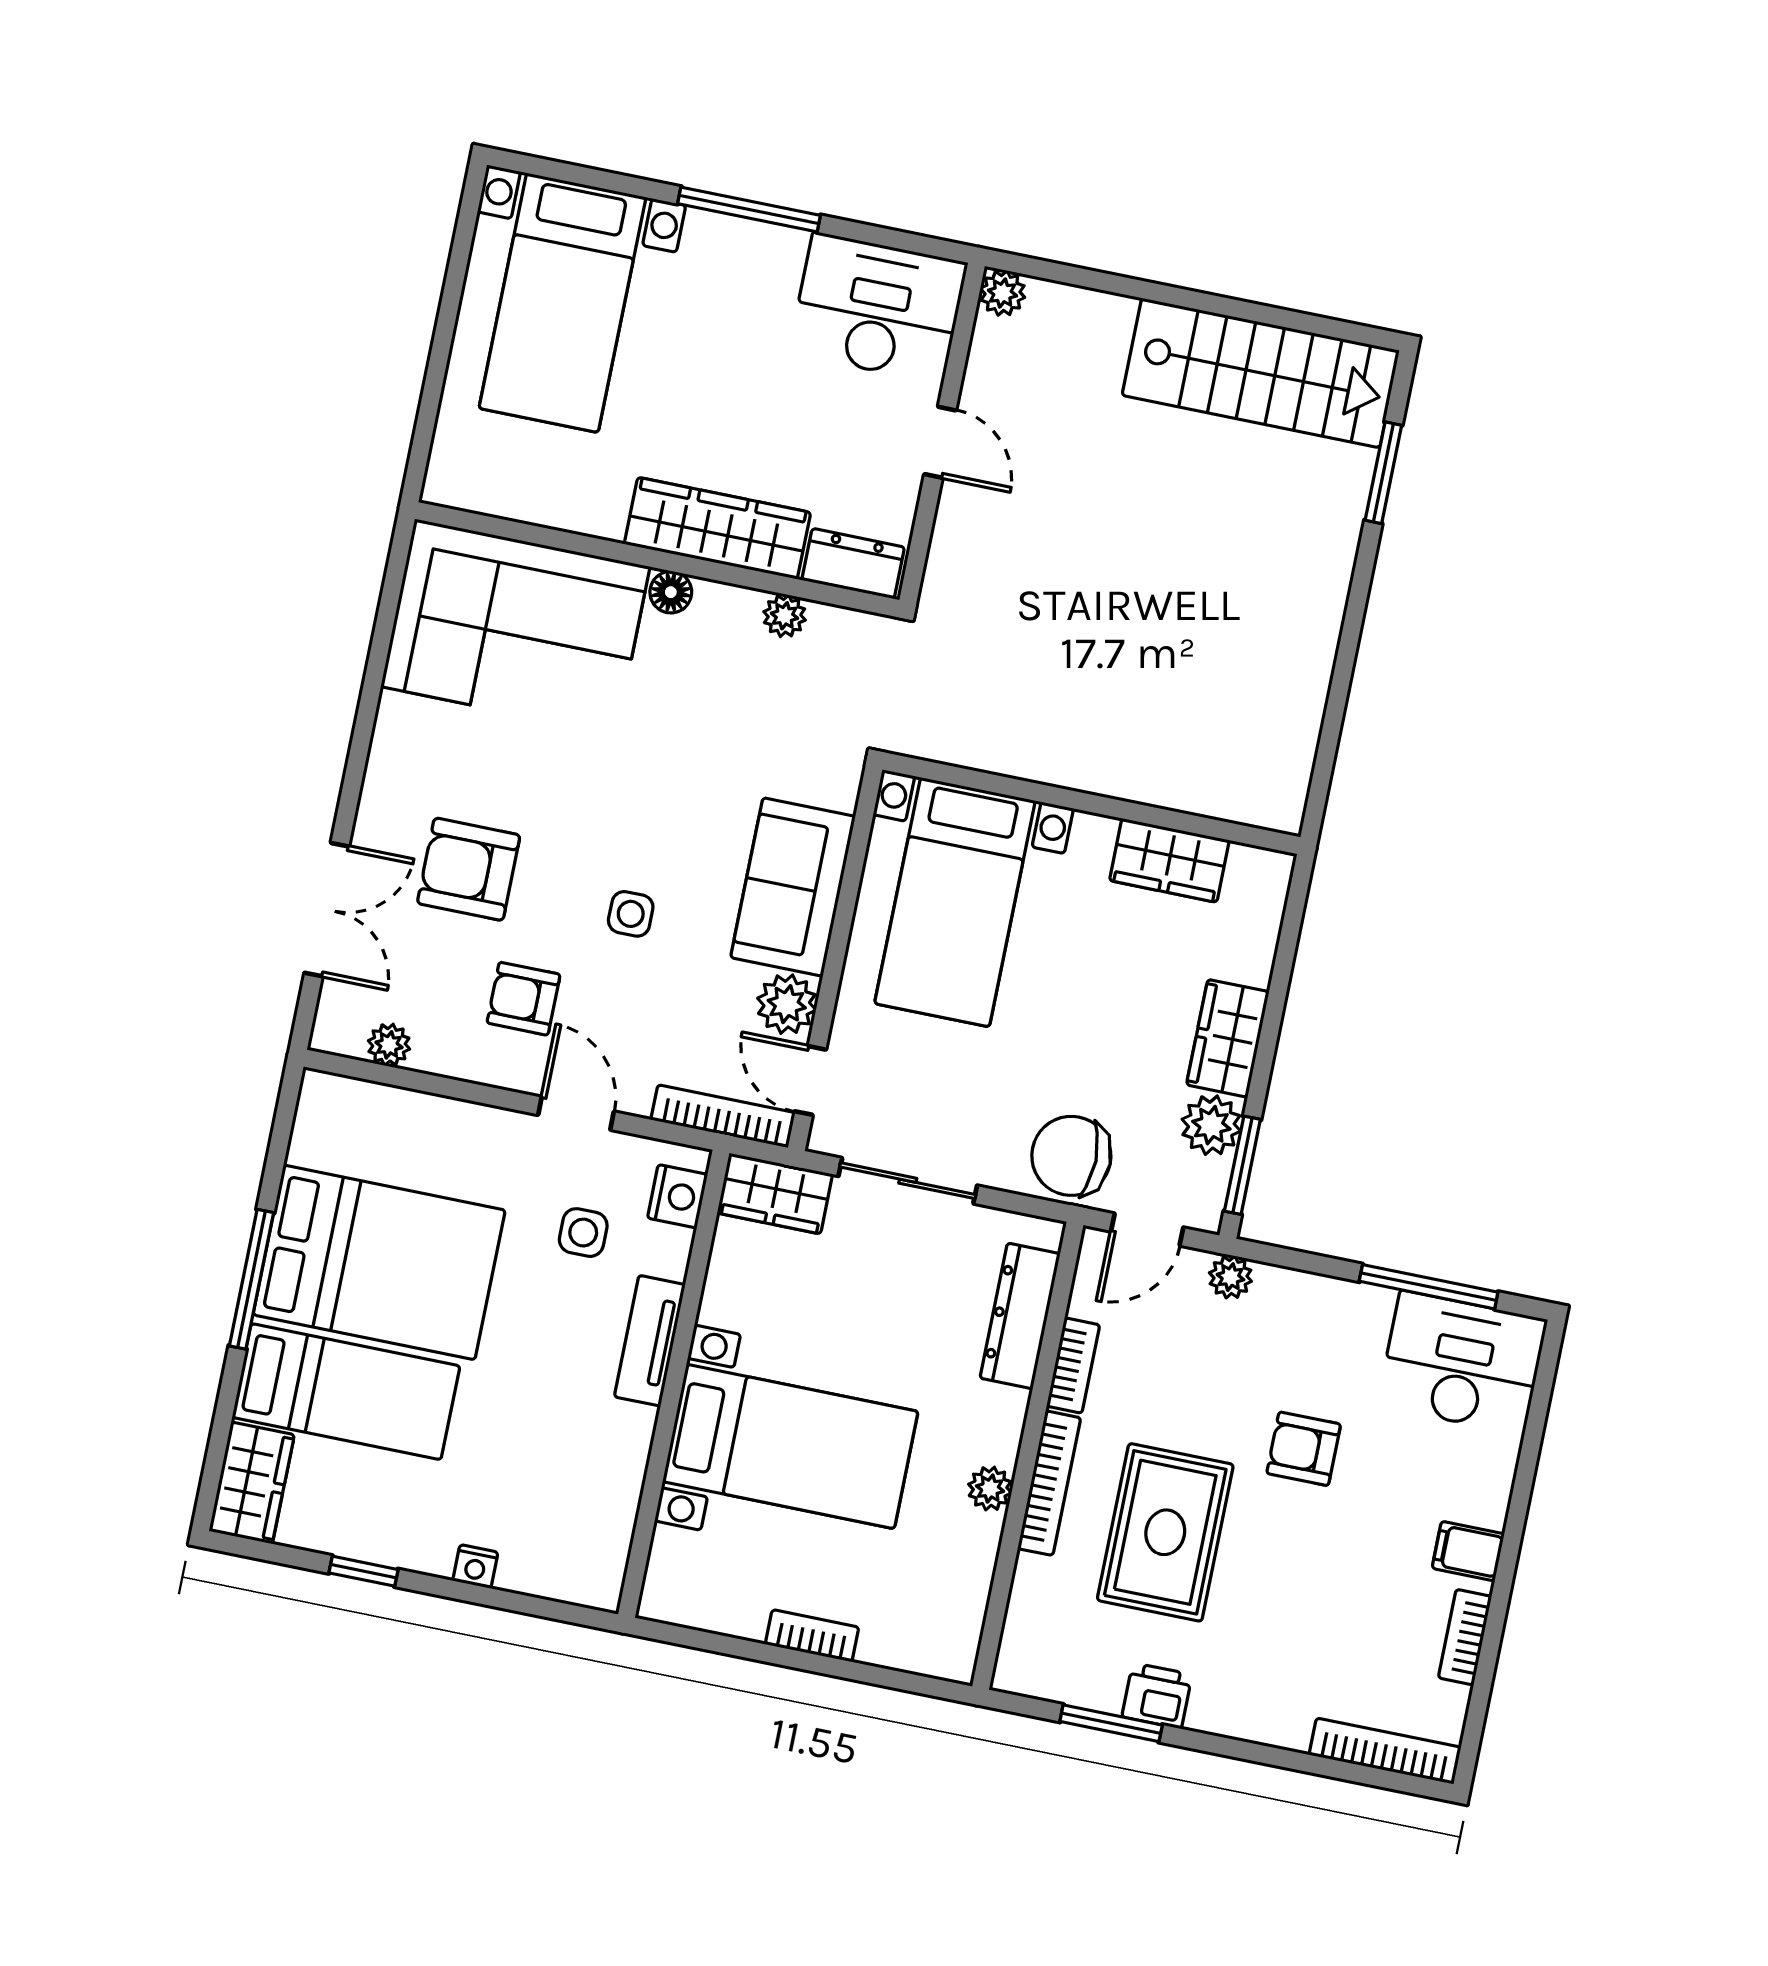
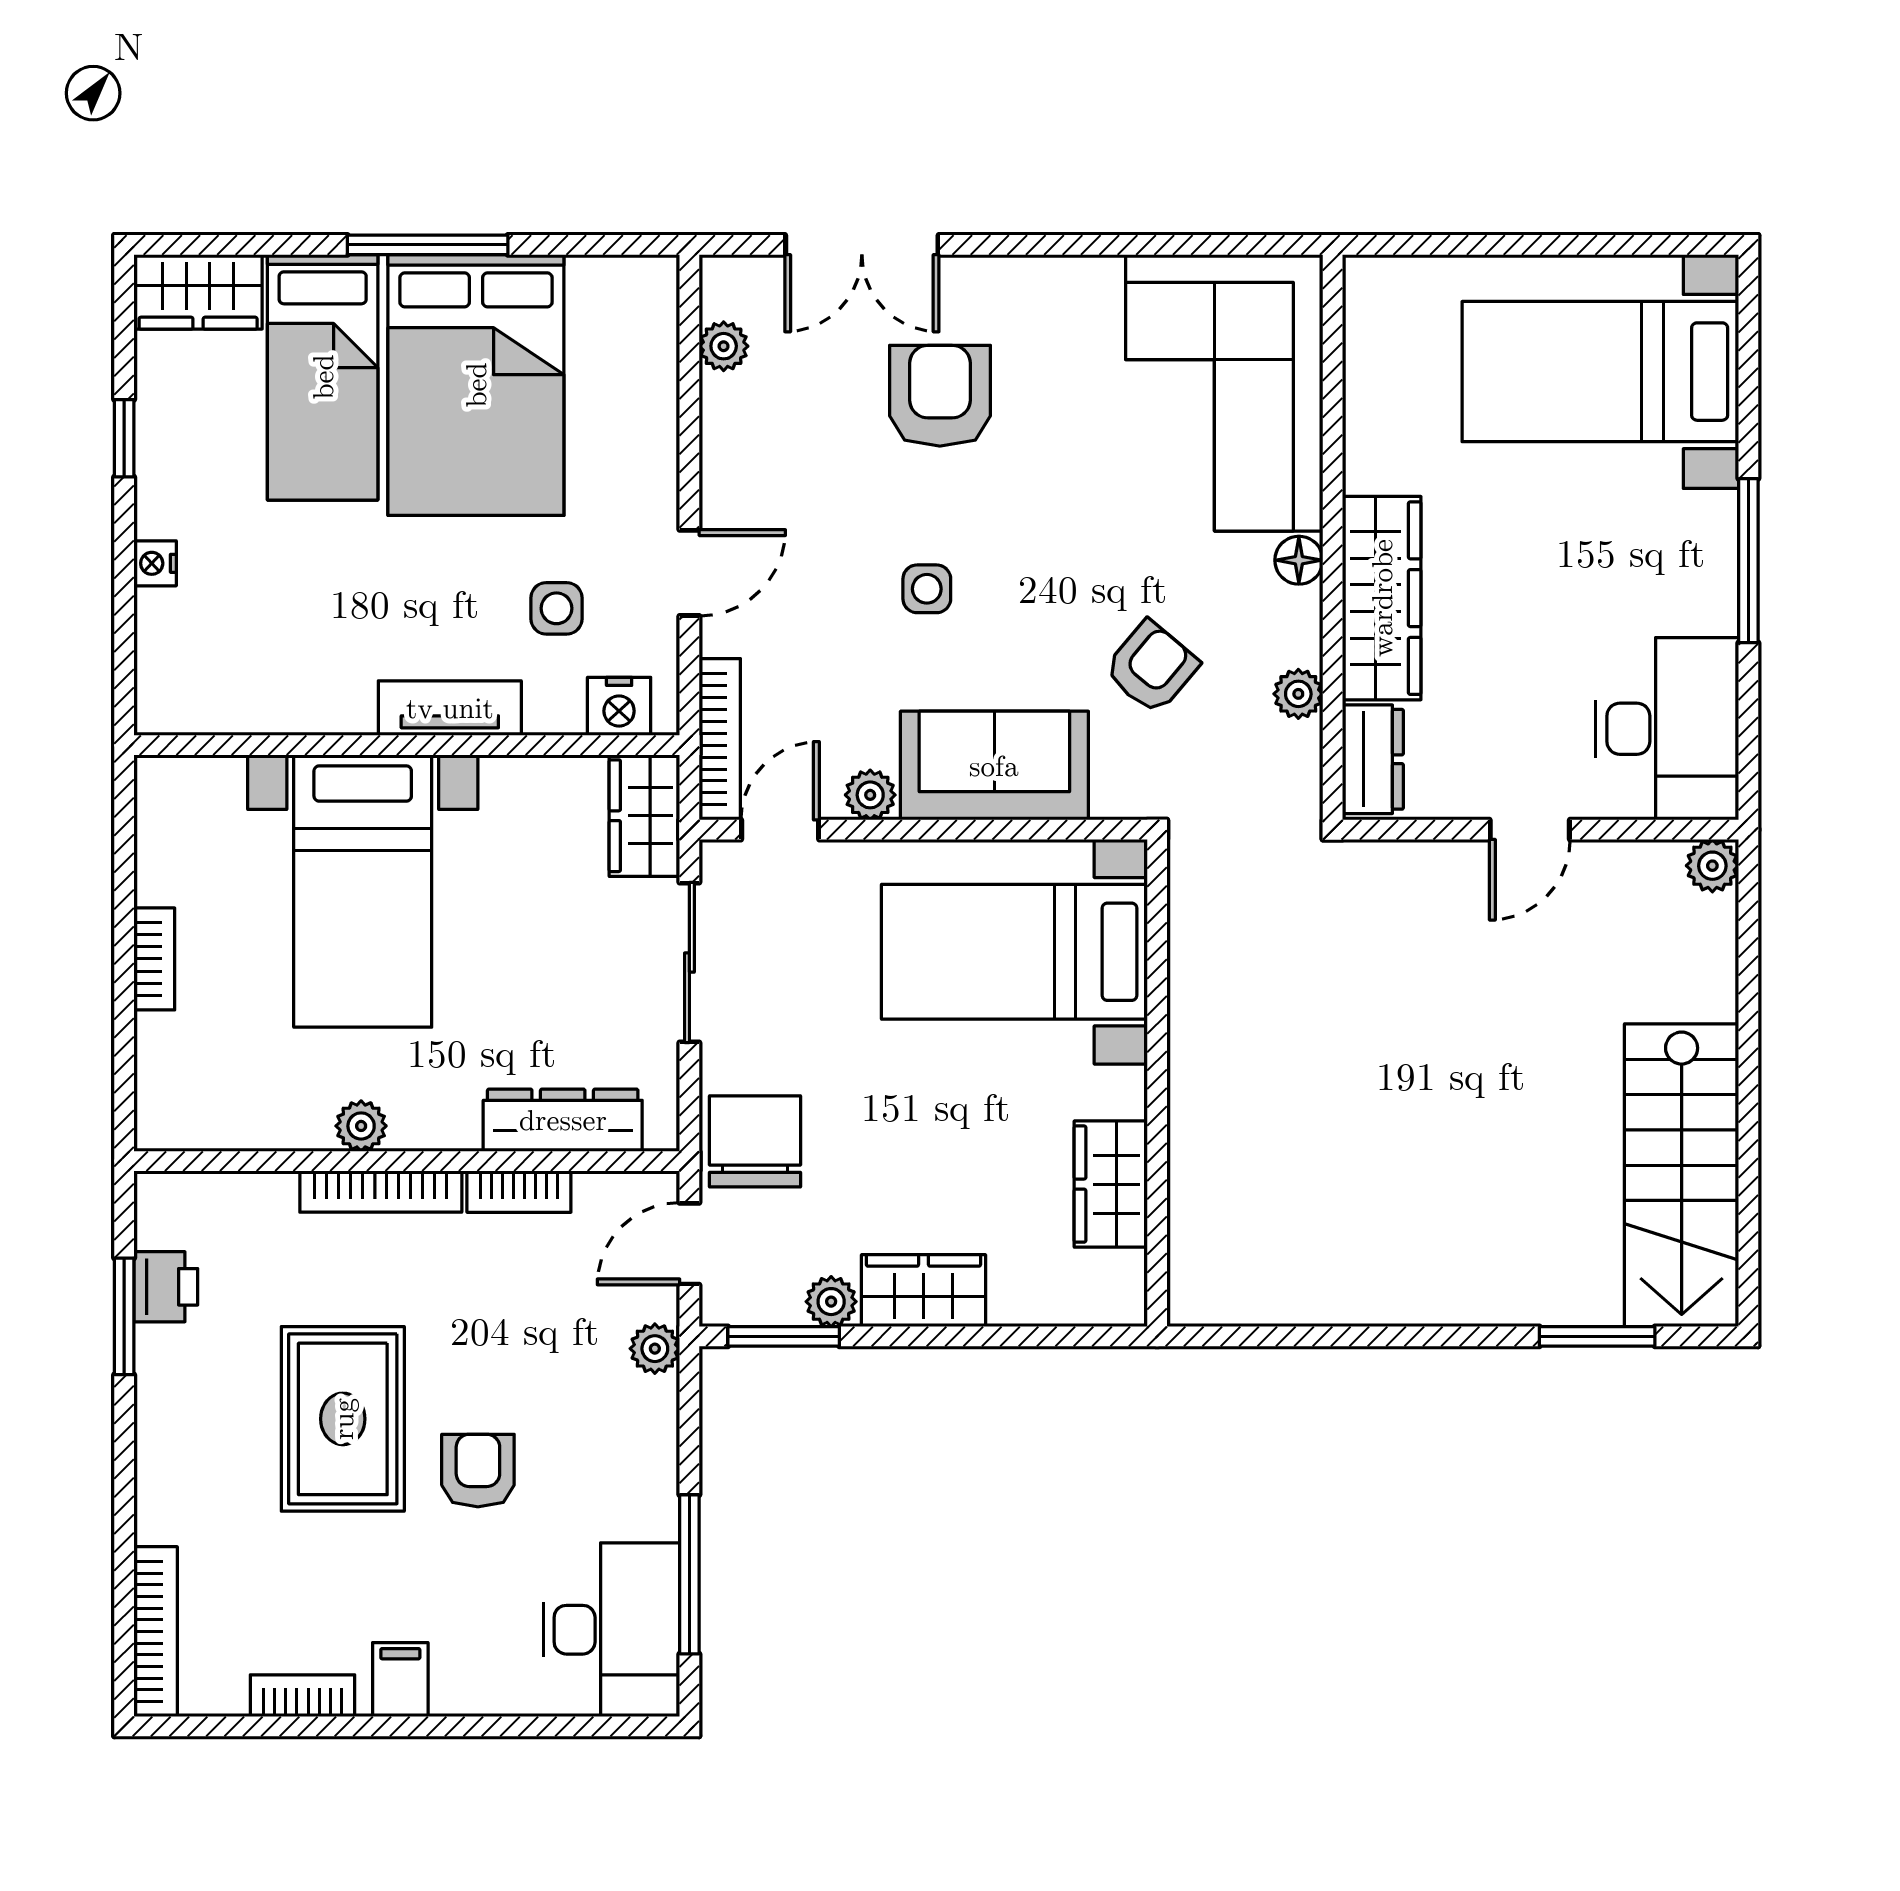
armchair: (524, 999) -> (1151, 667), moved, turned 40
plant: (787, 1004) -> (870, 795), width x0.73, depth x0.73
plant: (1211, 1125) -> (831, 1302), width x0.73, depth x0.73
door: (1147, 1229) -> (689, 1244), hinge flipped
rug: (1165, 1532) -> (343, 1419), moved, turned 90
printer: (1157, 1696) -> (166, 1287), moved

